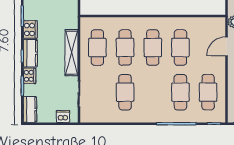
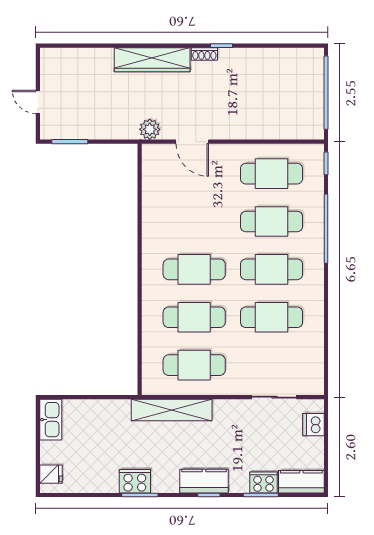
cooker: (30, 30) -> (135, 481), moved
cafe table: (180, 48) -> (271, 269), moved
shelving: (71, 53) -> (172, 410), moved
cooker: (30, 76) -> (263, 483), moved

